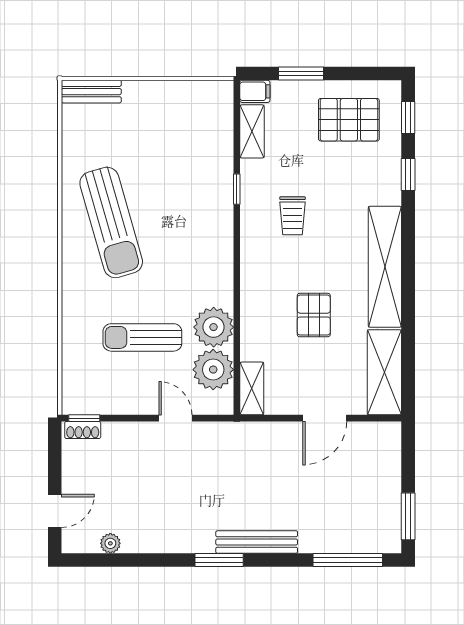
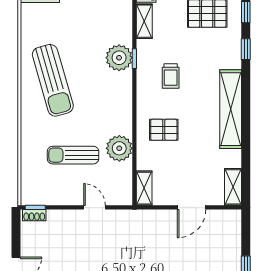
pallet: (314, 315) -> (164, 130), moved, turned 90
plant: (213, 370) -> (119, 58), moved
shelving: (384, 372) -> (233, 187), width x0.67, depth x0.75

